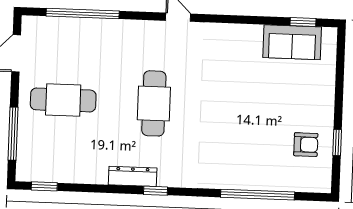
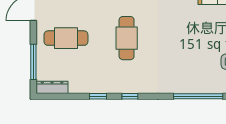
dresser: (133, 176) -> (52, 87), moved
window: (44, 186) -> (98, 96), moved

